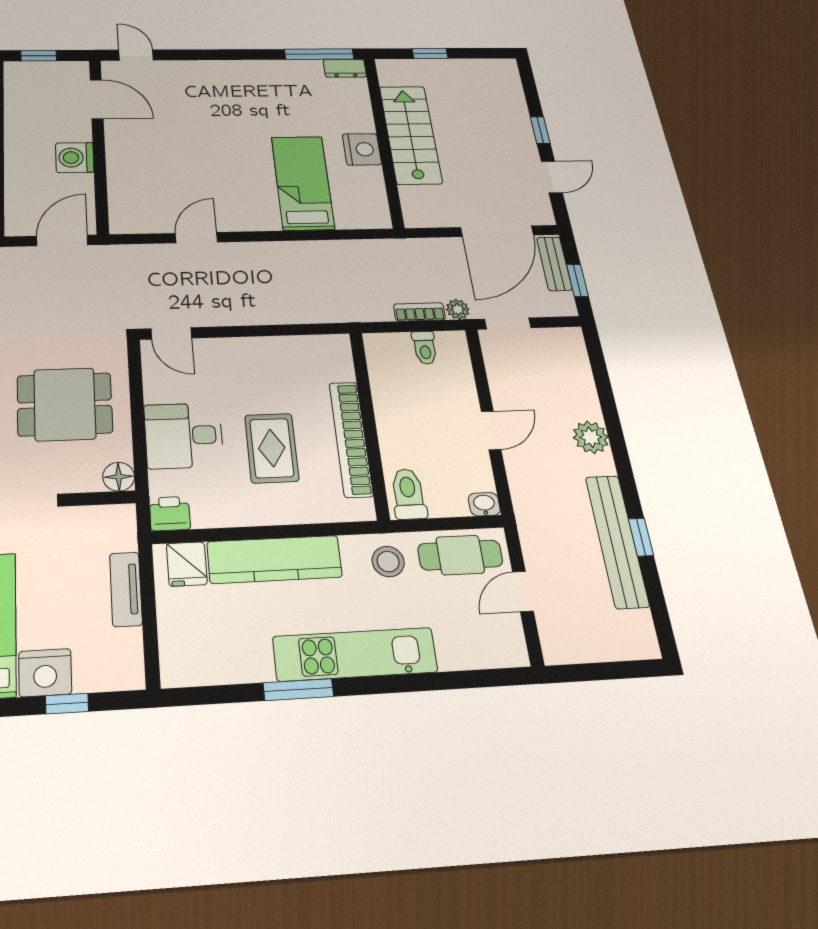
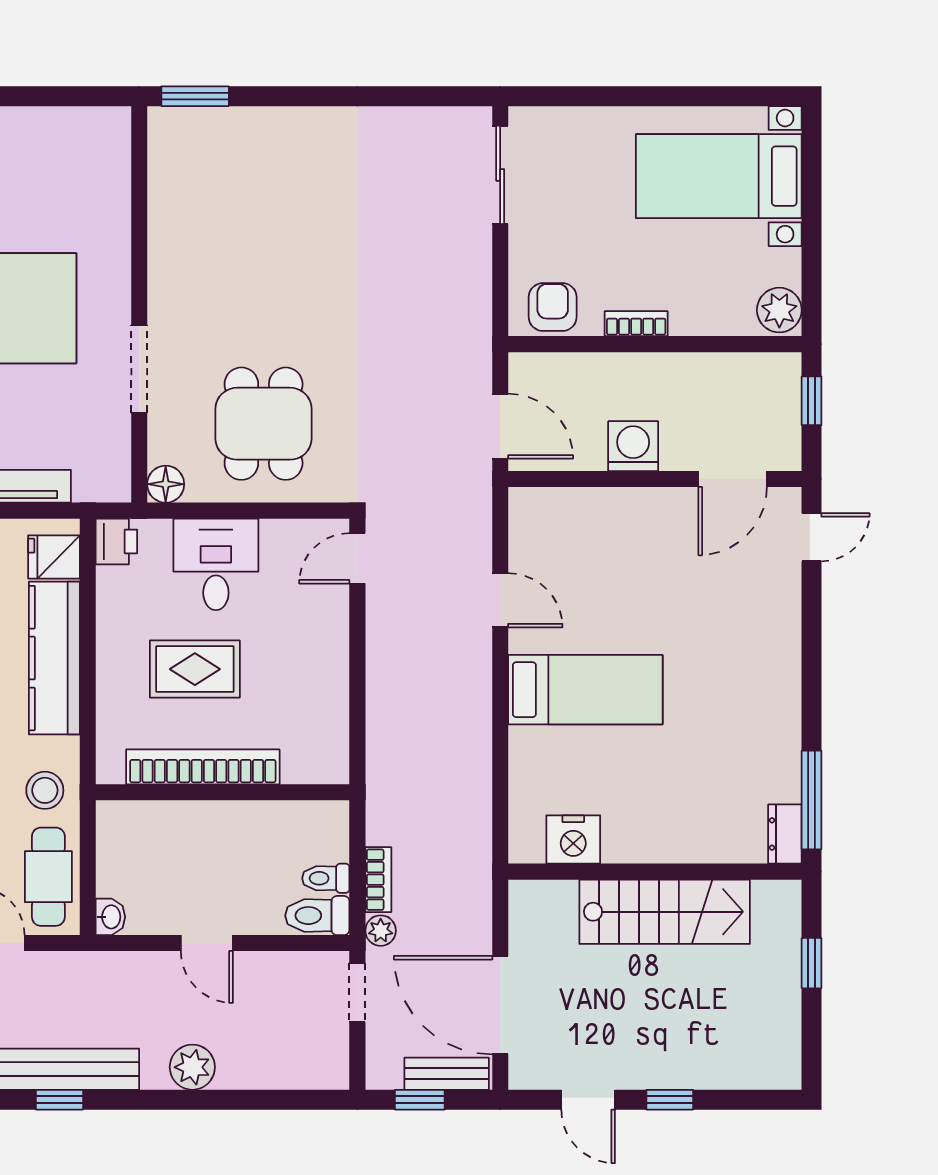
nightstand: (362, 149) -> (573, 839), moved
bed: (303, 183) -> (585, 690), moved
toilet: (408, 494) -> (317, 916), moved, turned 180

